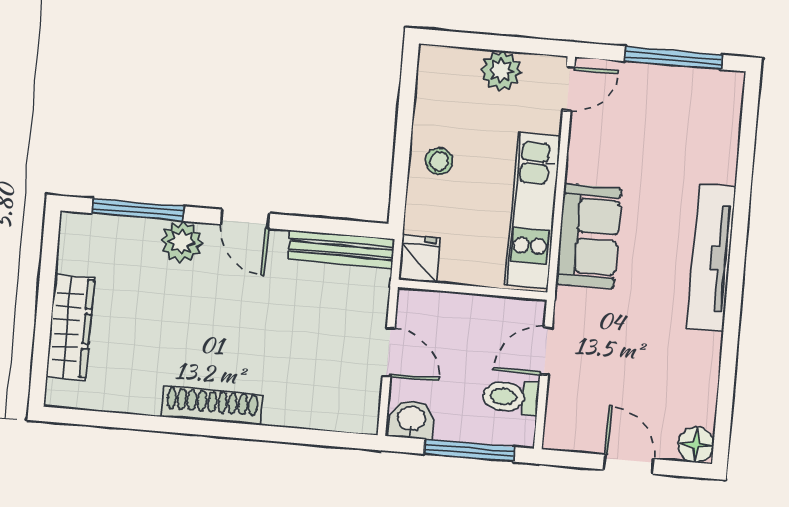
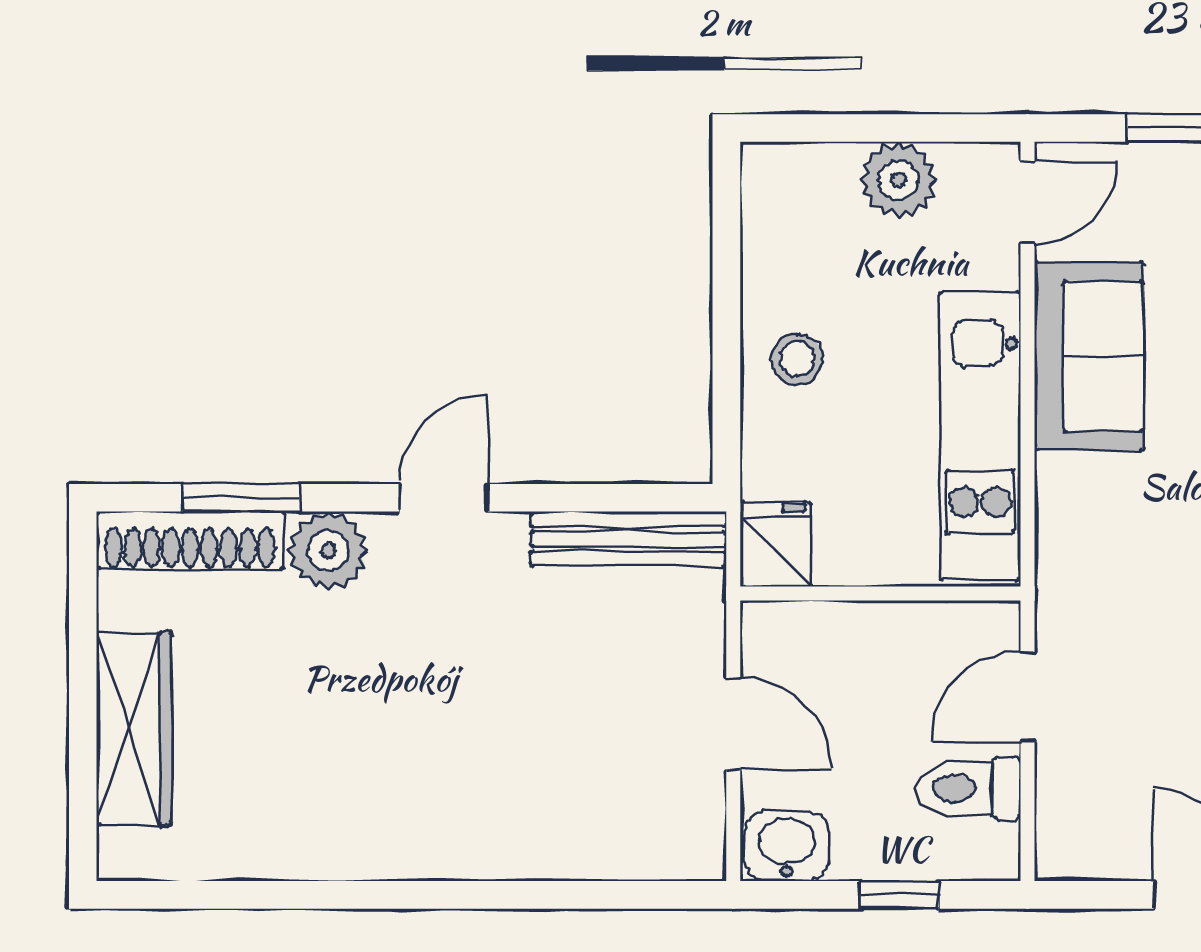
window: (138, 210) -> (241, 498), width x0.69
door: (245, 219) -> (443, 498), swing flipped
sofa: (589, 236) -> (1089, 356), moved
shoe rack: (212, 406) -> (190, 540), moved, turned 180
window: (469, 451) -> (900, 895), width x0.46

